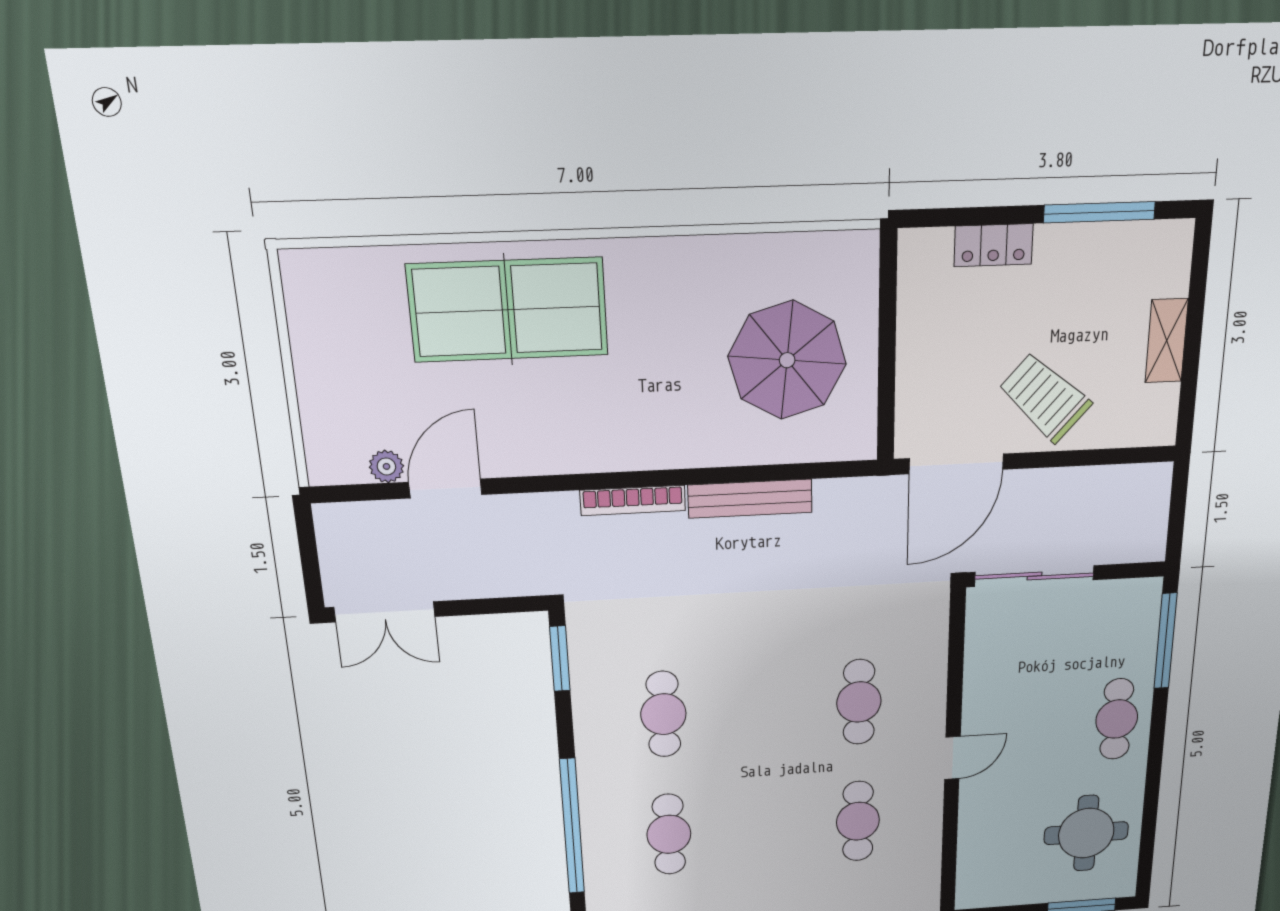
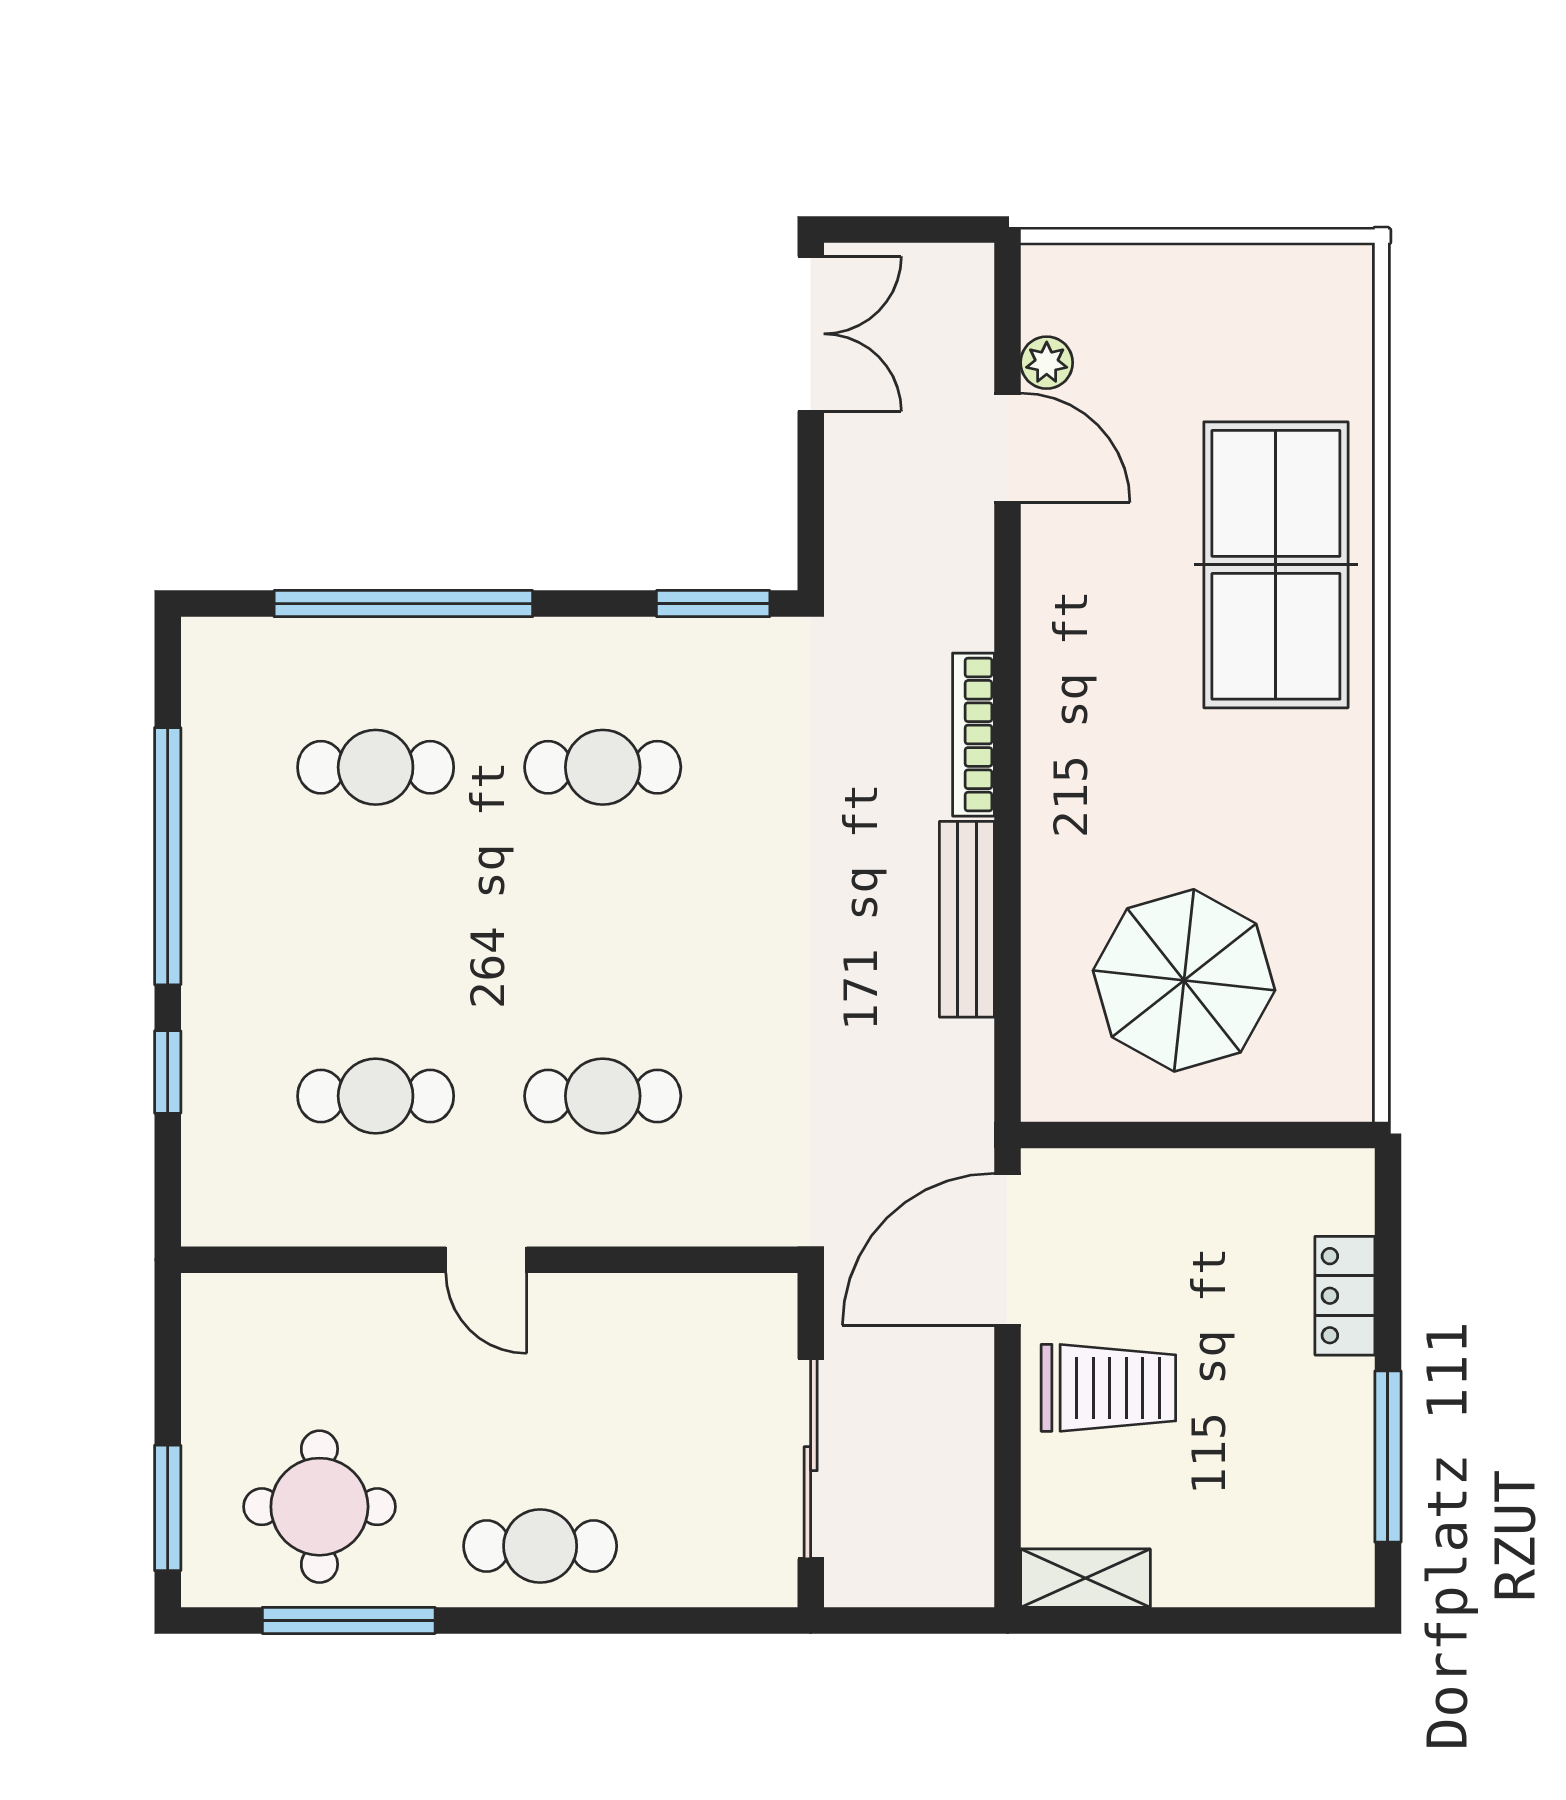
shelving: (1167, 341) -> (1085, 1578), moved
trolley: (1045, 397) -> (1108, 1388), turned 48
door: (956, 464) -> (1007, 1249), hinge flipped
sliding door: (1034, 576) -> (811, 1459), moved
double door: (384, 612) -> (811, 334), swing flipped
window: (1165, 641) -> (349, 1620), moved

